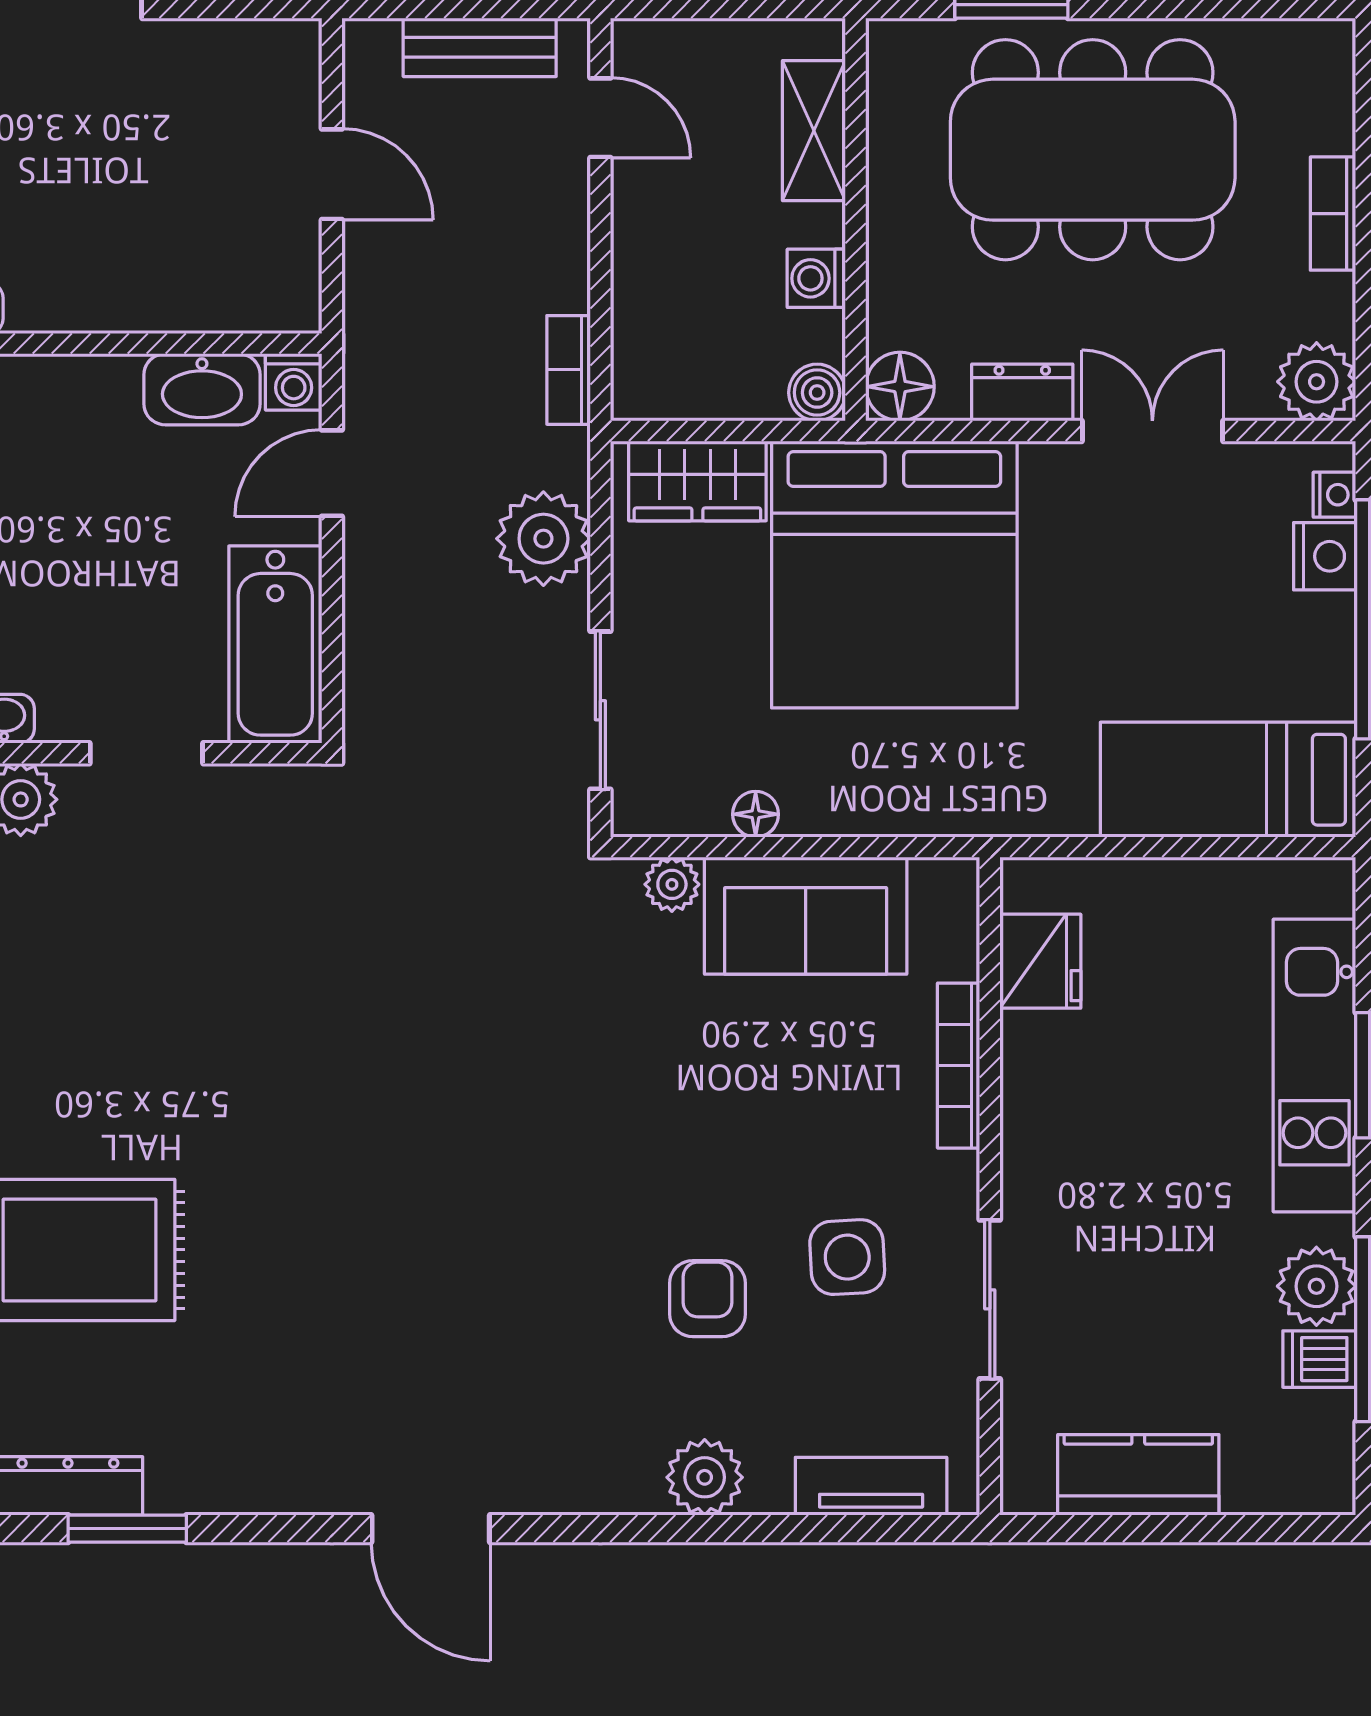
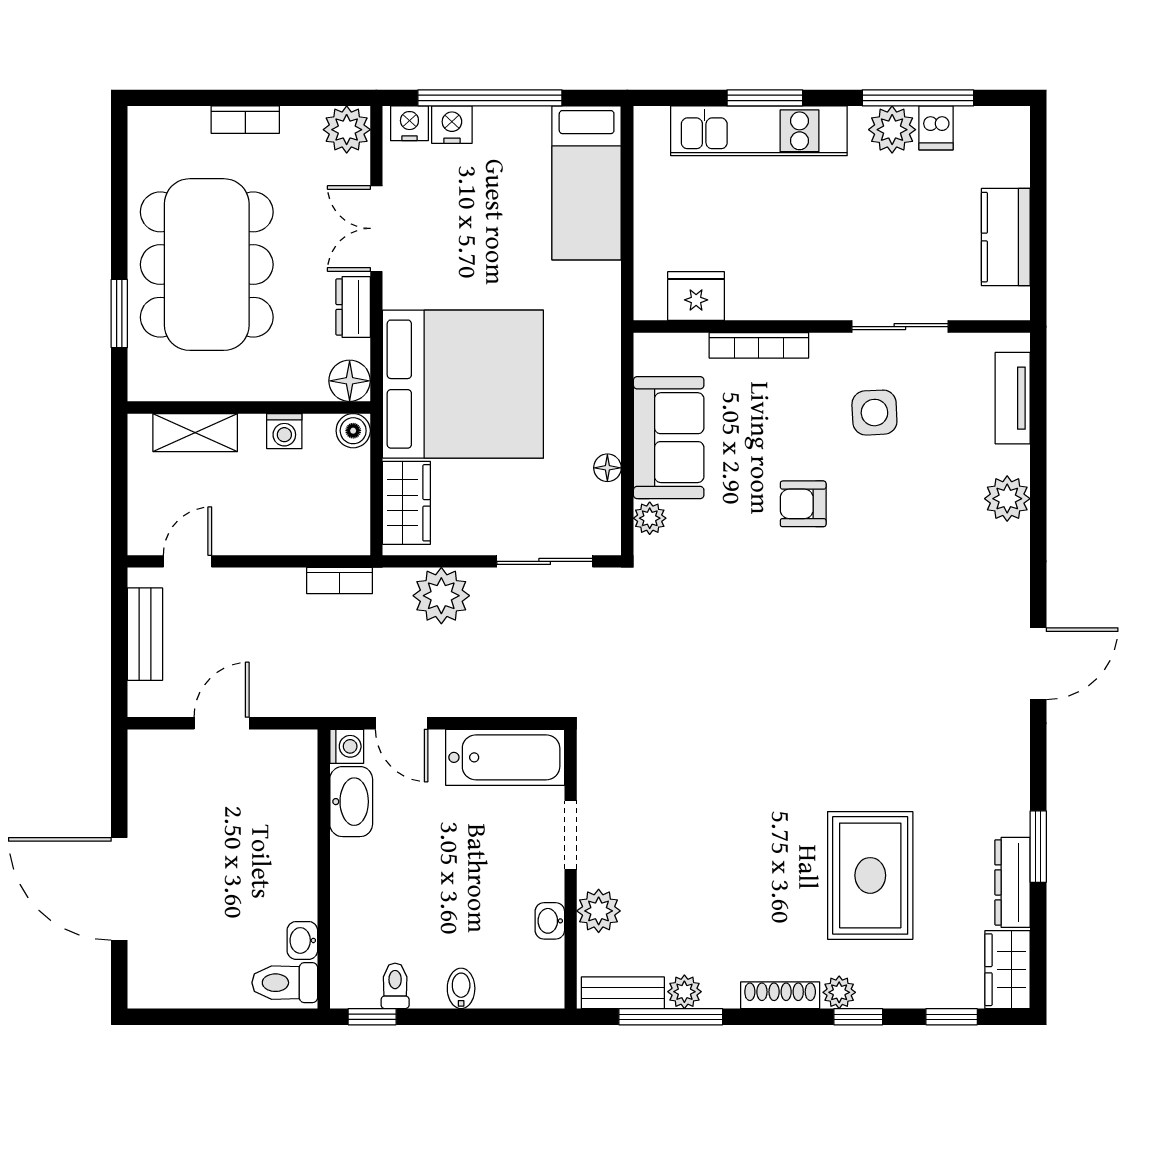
nightstand: (1334, 495) -> (409, 123), width x1.39, depth x1.35
armchair: (708, 1299) -> (803, 504), moved

